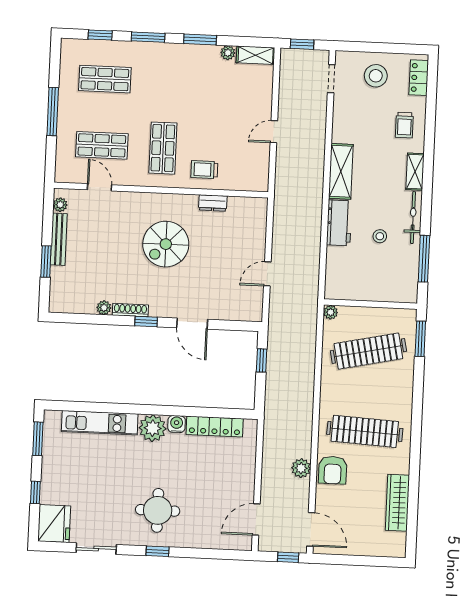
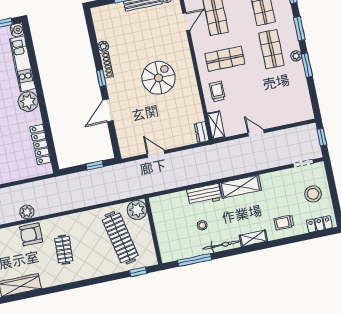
plant: (228, 53) -> (296, 56), moved
shelving: (256, 55) -> (216, 125), moved
shop shelf: (166, 82) -> (271, 49), added
dresser: (213, 203) -> (202, 132), moved
spiral stairs: (166, 244) -> (159, 78), turned 90
plant: (331, 312) -> (137, 210), width x1.88, depth x1.88
window: (420, 339) -> (138, 272), width x0.67
water cooler: (177, 424) -> (17, 30), moved
clothes rail: (365, 431) -> (64, 250), width x0.54, depth x0.76

